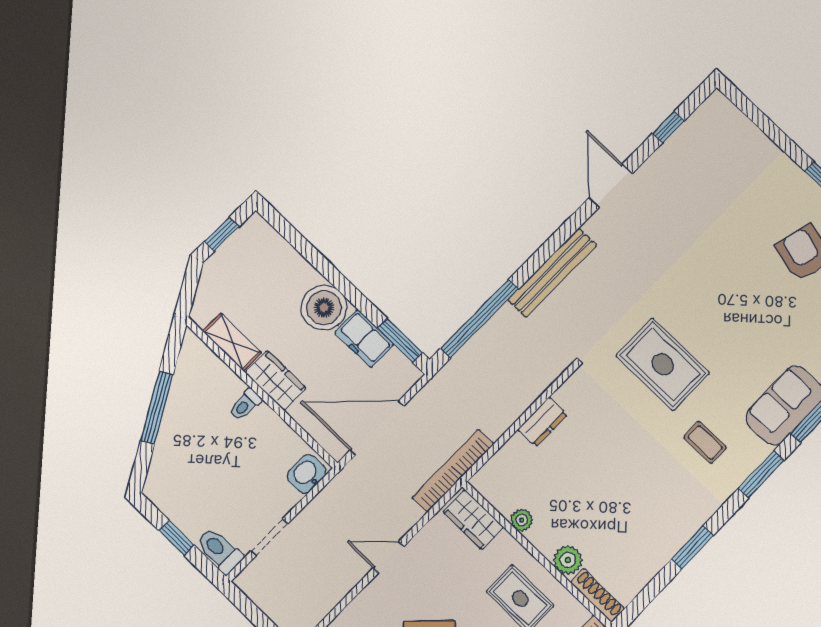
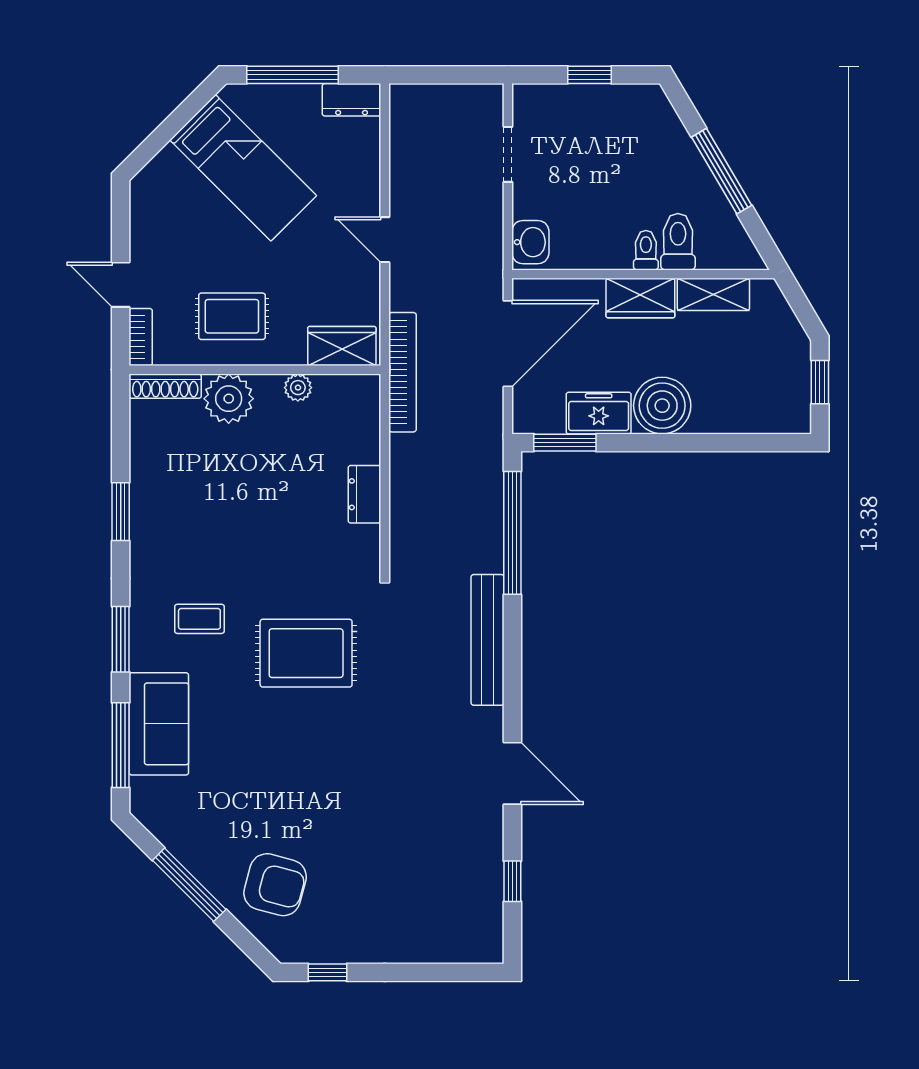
toilet: (220, 550) -> (678, 242), moved, turned -90
door: (389, 557) -> (385, 240), swing flipped
plant: (568, 560) -> (229, 399), width x1.36, depth x1.36

